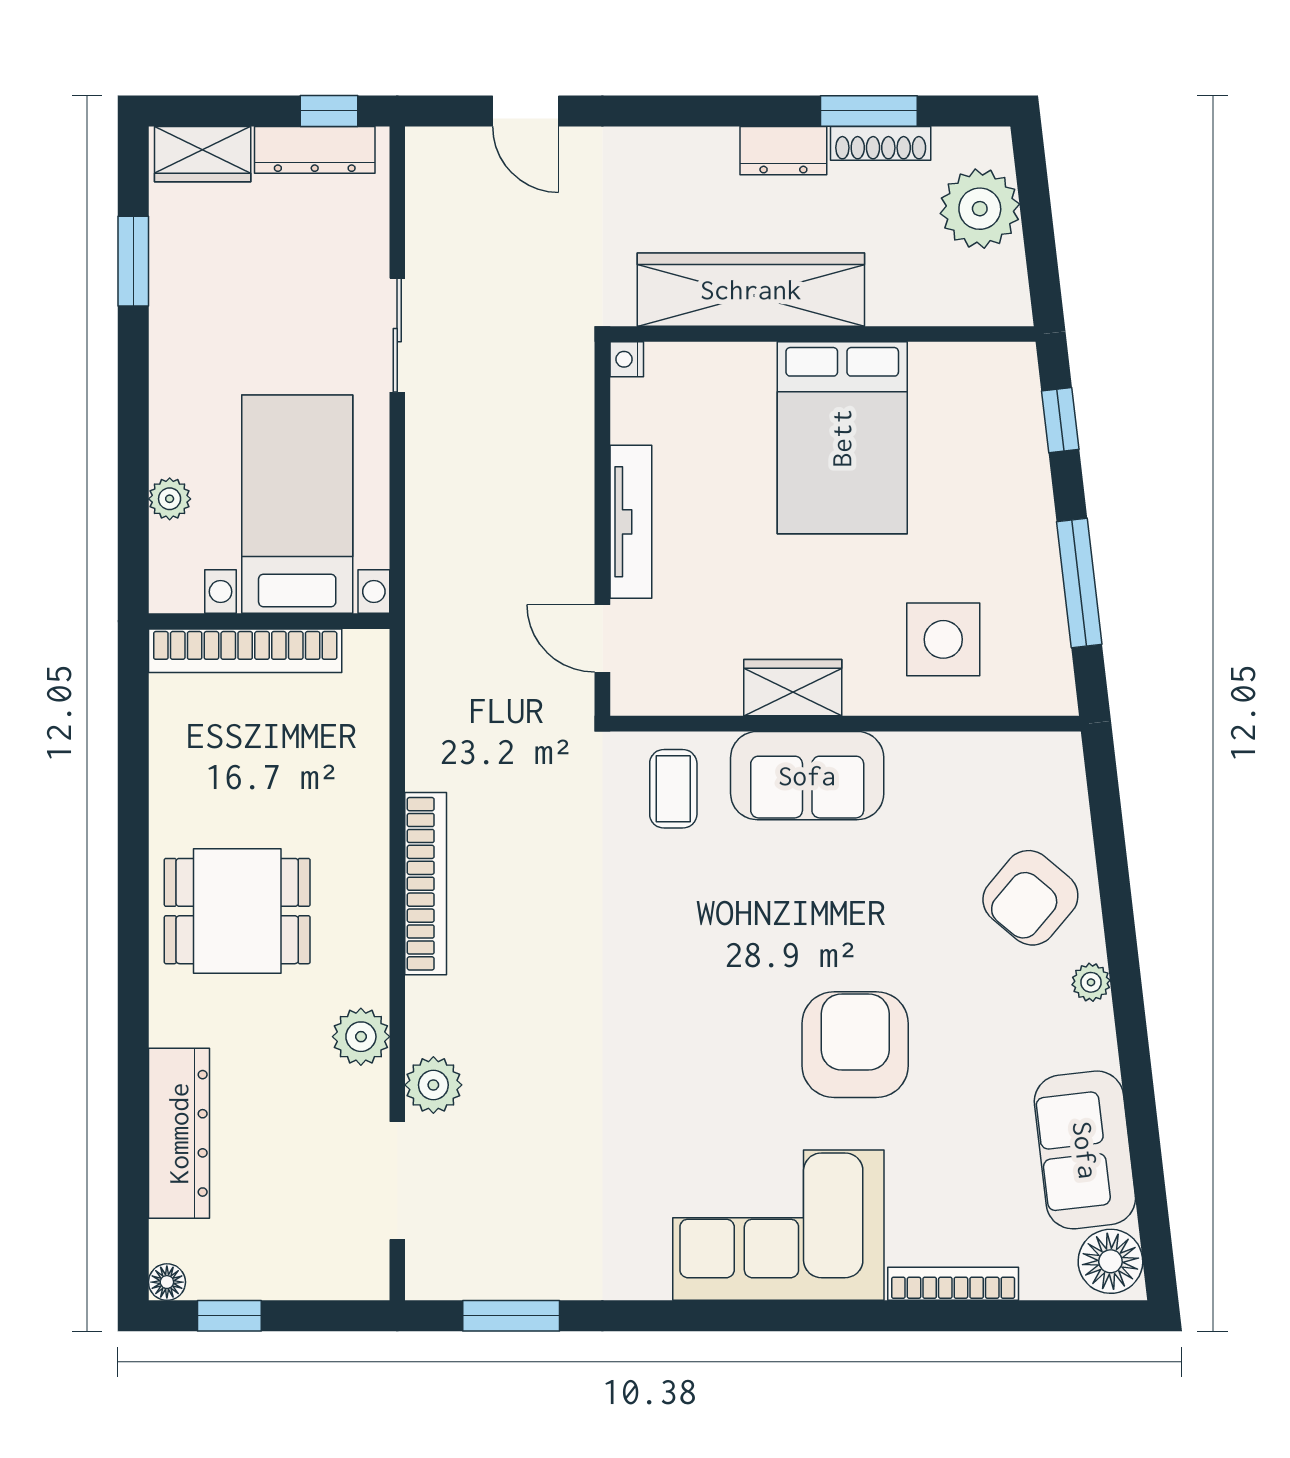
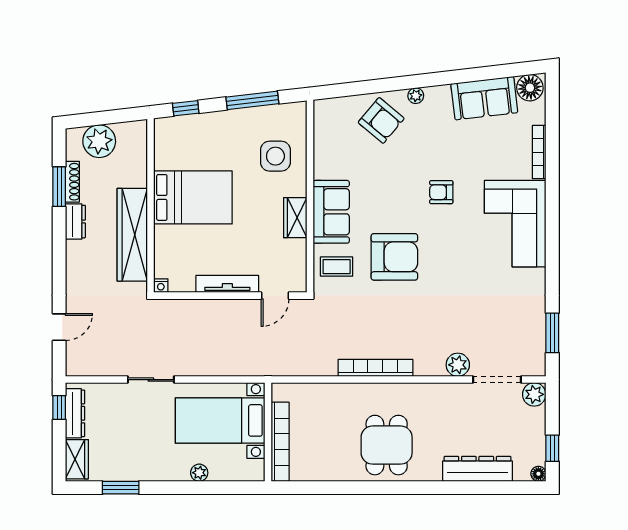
plant: (170, 499) -> (199, 473), moved
armchair: (697, 930) -> (394, 257), added
plant: (361, 1037) -> (534, 394), moved
armchair: (855, 1045) -> (441, 192), width x0.53, depth x0.53

